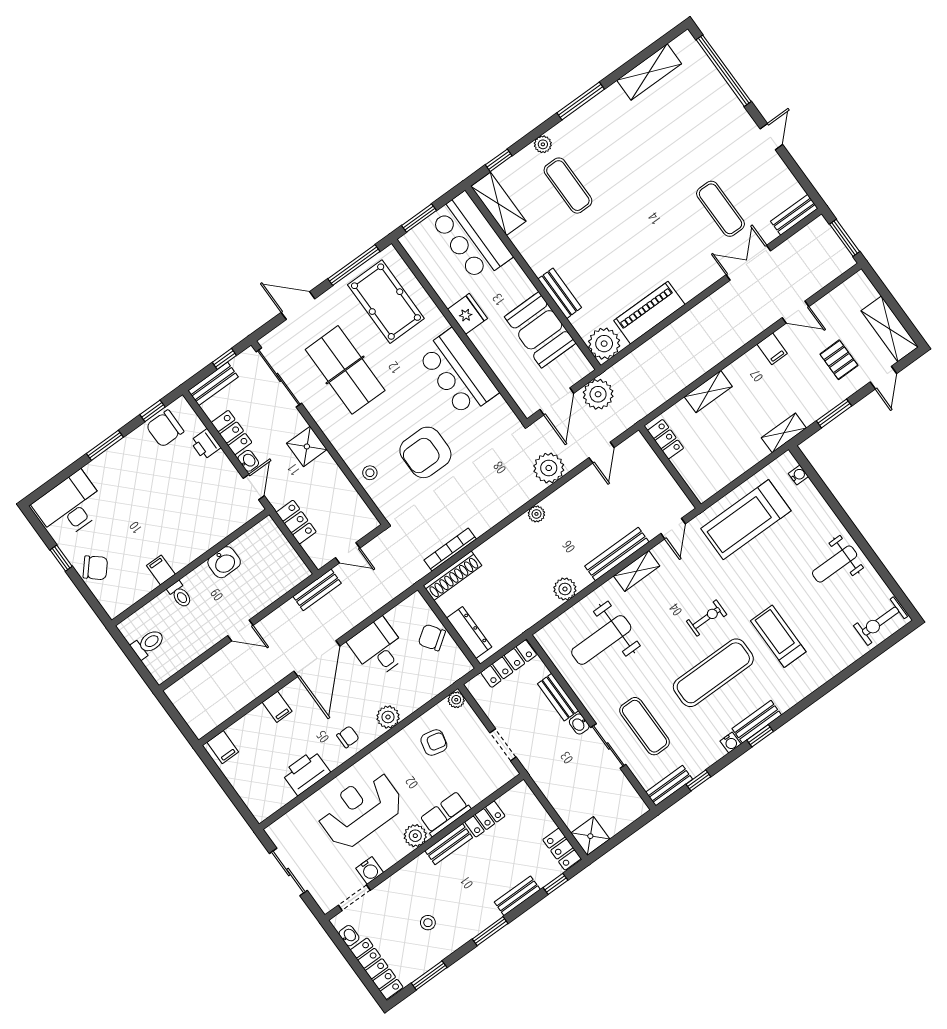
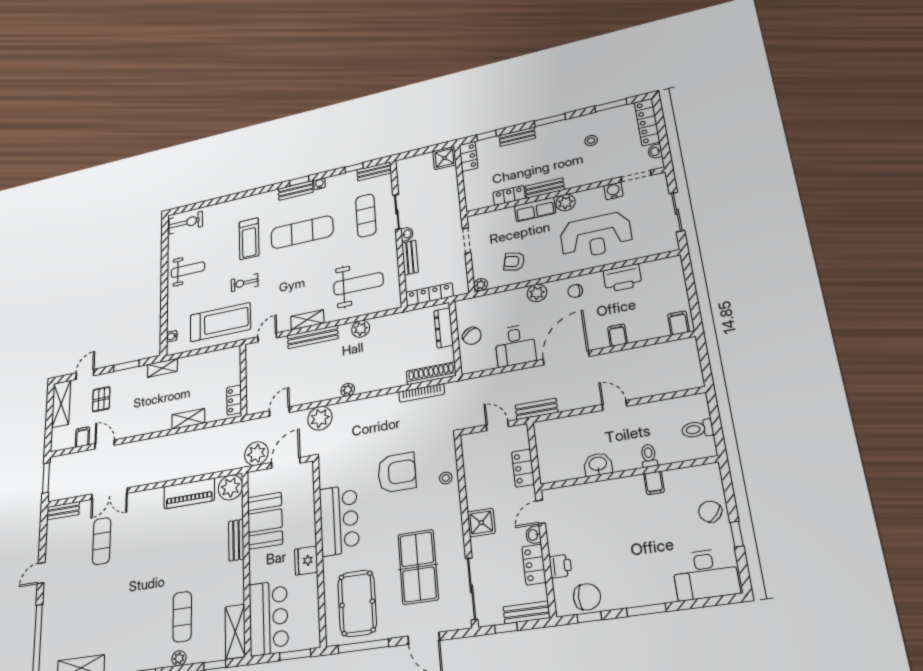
filing cabinet: (772, 349) -> (82, 437), moved
exercise bike: (707, 618) -> (245, 283), moved

